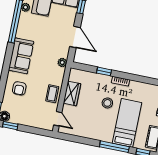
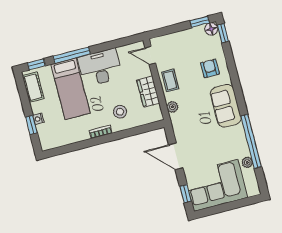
plant: (62, 63) -> (172, 107), moved
window: (104, 71) -> (124, 134), removed
stool: (107, 103) -> (120, 112), moved
desk: (98, 128) -> (100, 68), added

